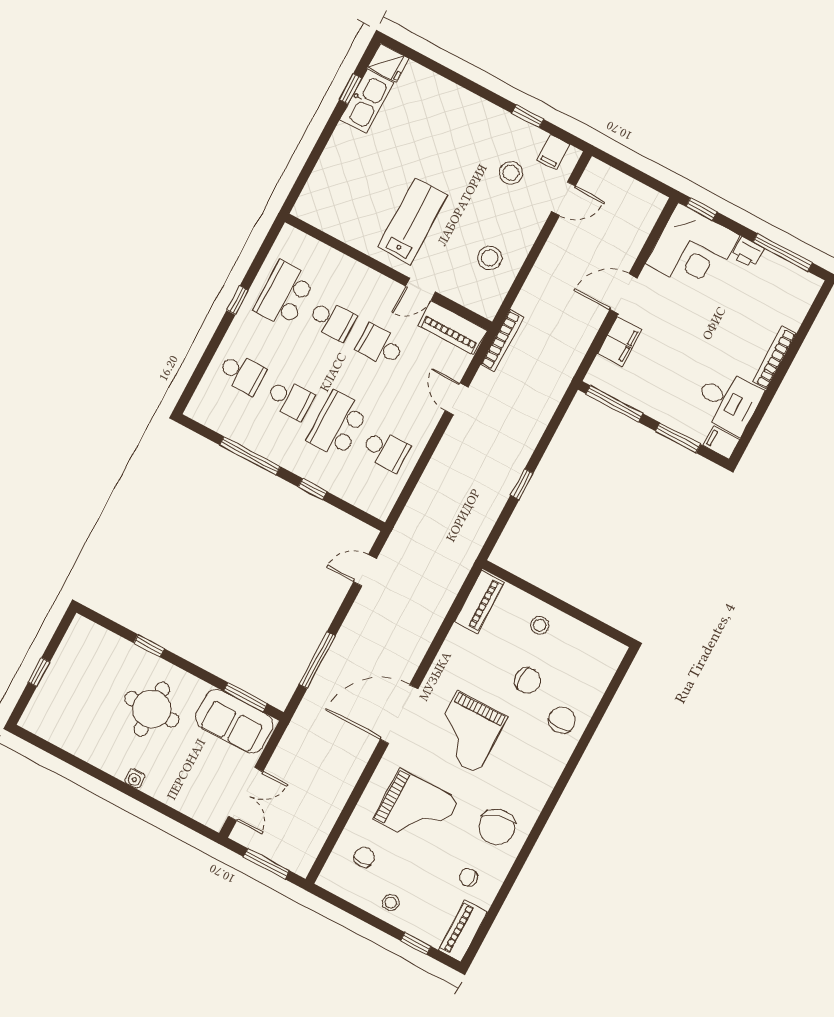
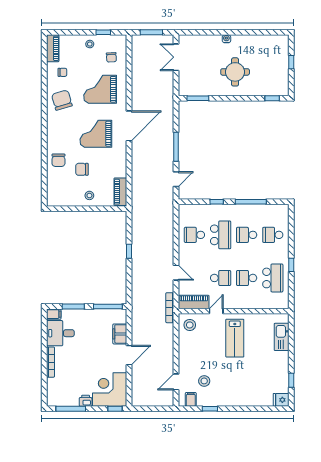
kitchen sink: (367, 101) -> (282, 337), moved
stool: (490, 258) -> (190, 325), moved
window: (149, 646) -> (272, 98), moved
window: (317, 660) -> (176, 147), moved
sofa: (234, 721) -> (197, 86), removed
grand piano: (467, 732) -> (96, 134), turned -90
window: (416, 944) -> (103, 32), moved

